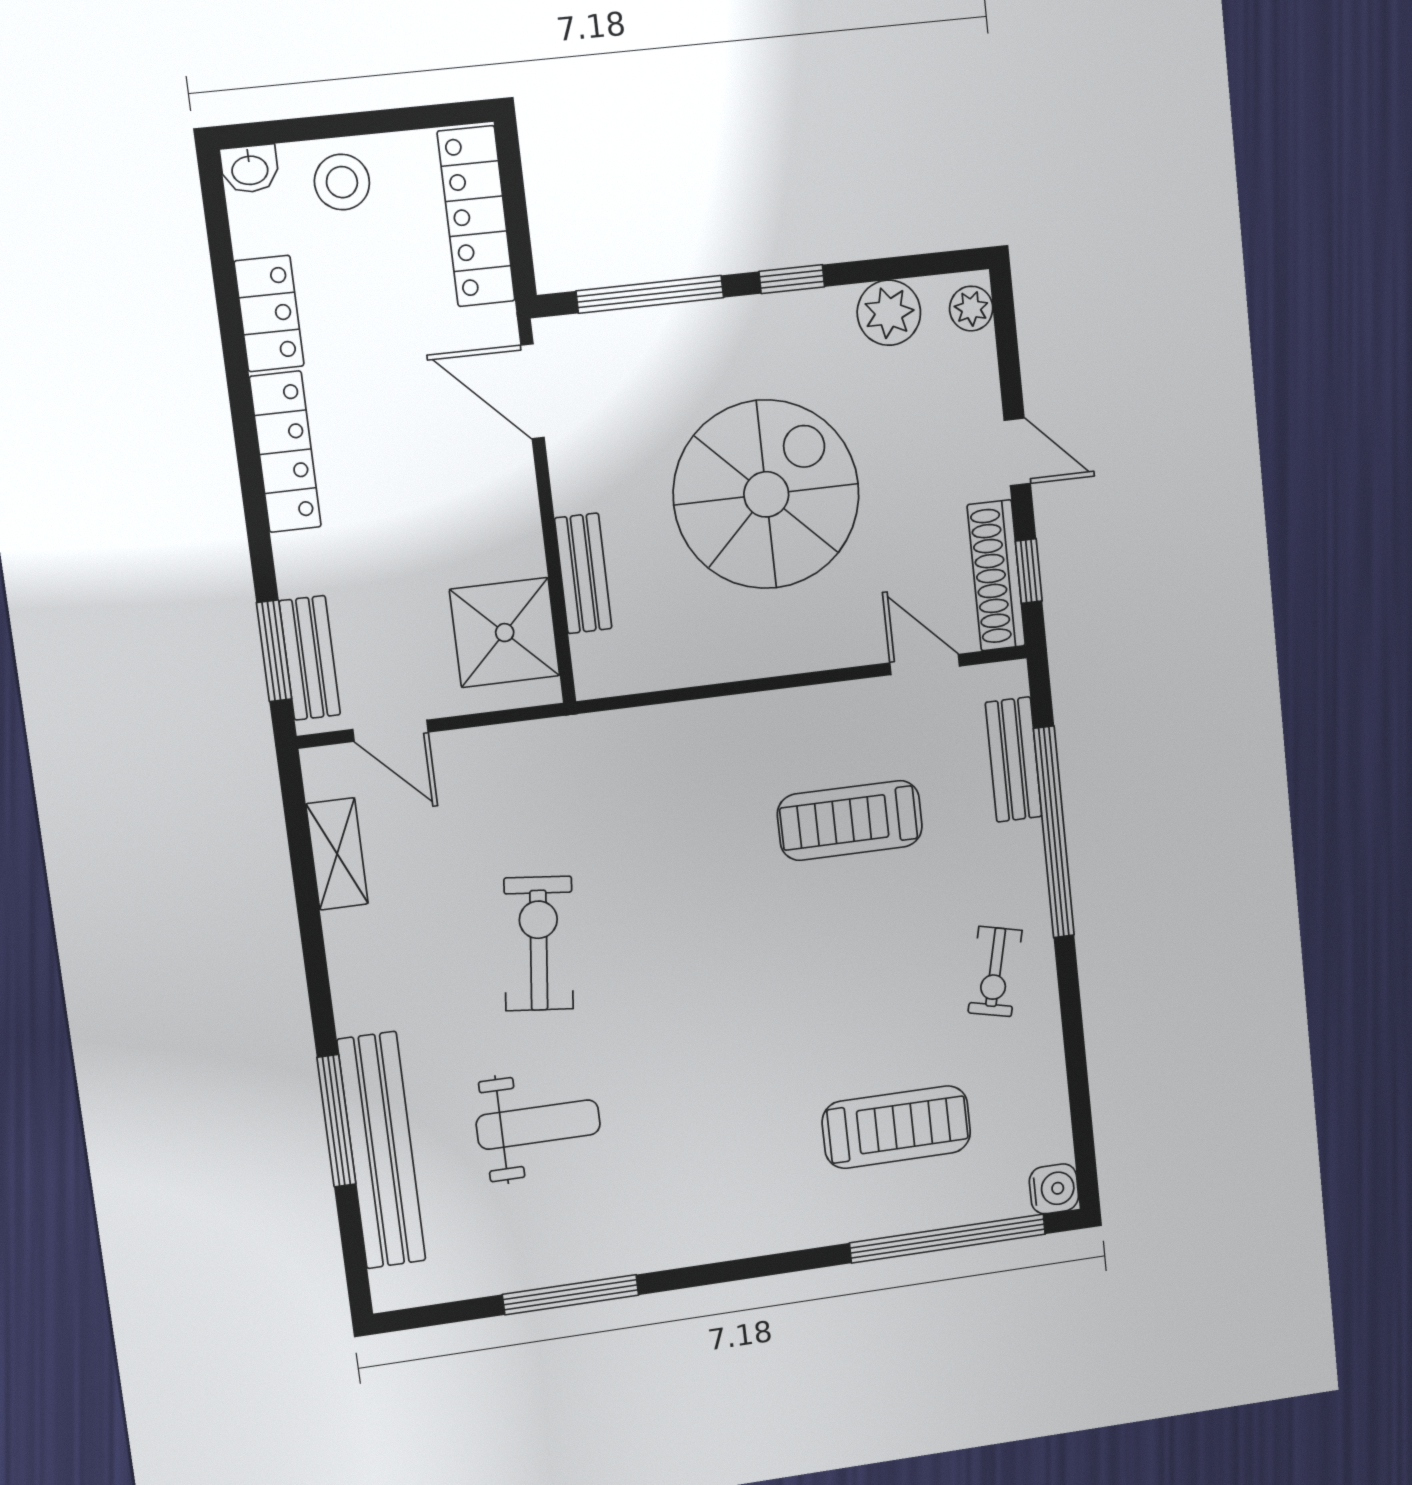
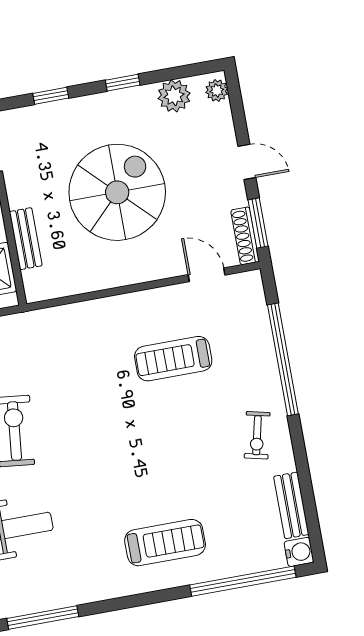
window: (650, 294) -> (51, 96), width x0.46
window: (1029, 571) -> (258, 223), width x1.50
shoe rack: (996, 575) -> (245, 236), width x0.74, depth x0.81
bench: (1014, 760) -> (291, 505), moved
treadmill: (896, 1127) -> (165, 543), moved

